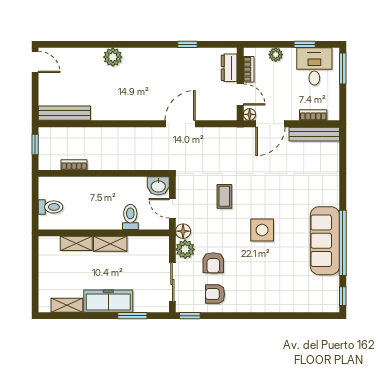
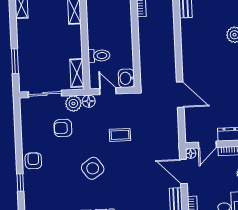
door: (172, 208) -> (108, 91), hinge flipped
side table: (262, 230) -> (93, 168), turned -35
shelving: (110, 244) -> (77, 73), moved
armchair: (215, 294) -> (33, 161), moved
freezer: (108, 301) -> (26, 40), removed
window: (190, 316) -> (20, 182), moved

